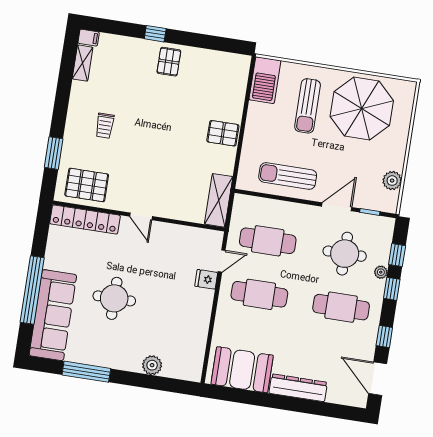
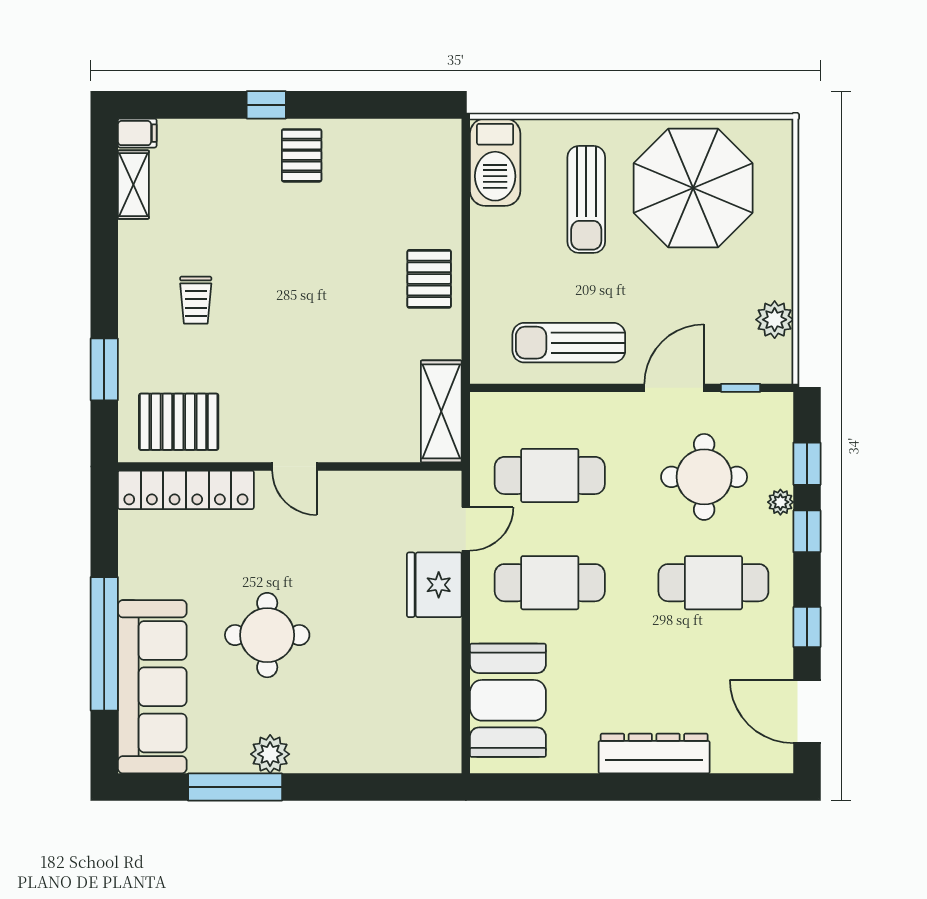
pallet: (223, 133) -> (429, 279), turned 90
fridge: (206, 279) -> (434, 585), width x1.88, depth x1.34
plant: (152, 365) -> (270, 754), moved
booth: (242, 370) -> (508, 700), moved, turned 90

